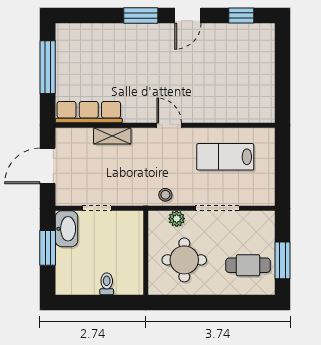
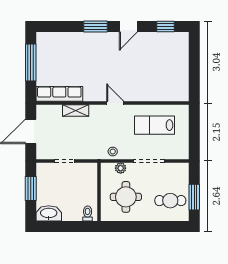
washbasin: (66, 229) -> (49, 213), moved, turned -90
toilet: (107, 284) -> (88, 214), moved

